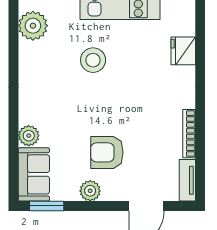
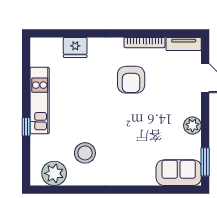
stool: (93, 60) -> (85, 153), moved
plant: (29, 136) -> (146, 177), removed
armchair: (107, 152) -> (131, 80), moved

